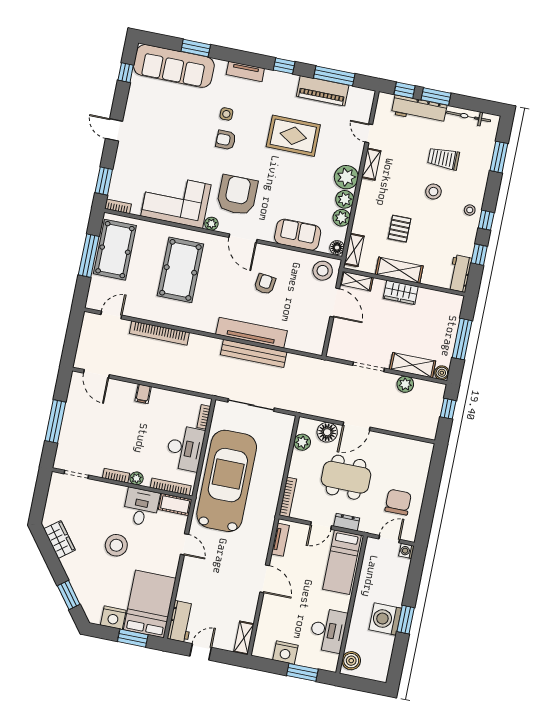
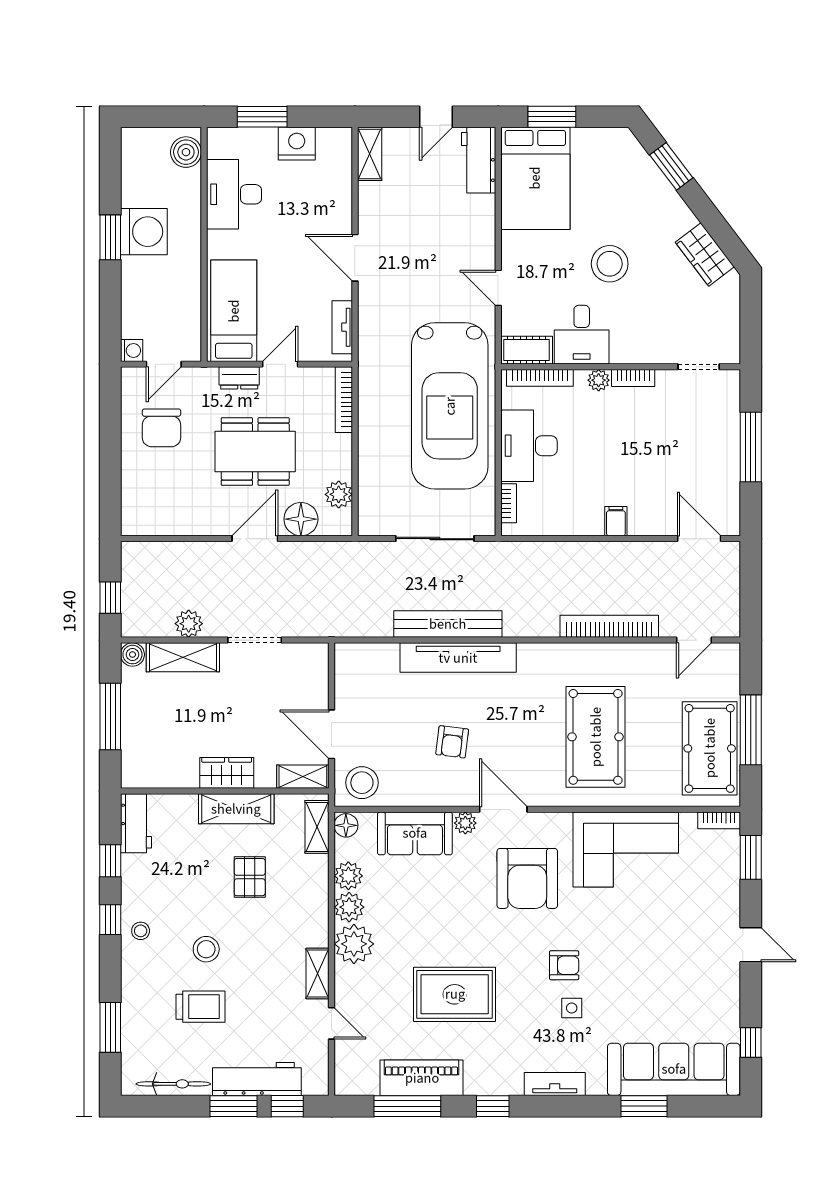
plant: (211, 224) -> (465, 823), moved
nightstand: (113, 618) -> (591, 144), removed

